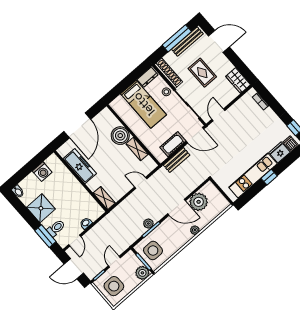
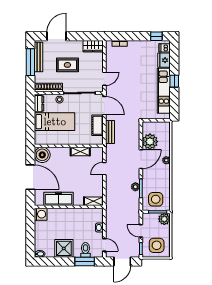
door: (218, 115) -> (104, 79), swing flipped
door: (195, 135) -> (104, 106), hinge flipped
boiler: (120, 136) -> (42, 155), moved
washing machine: (42, 172) -> (41, 214), moved

